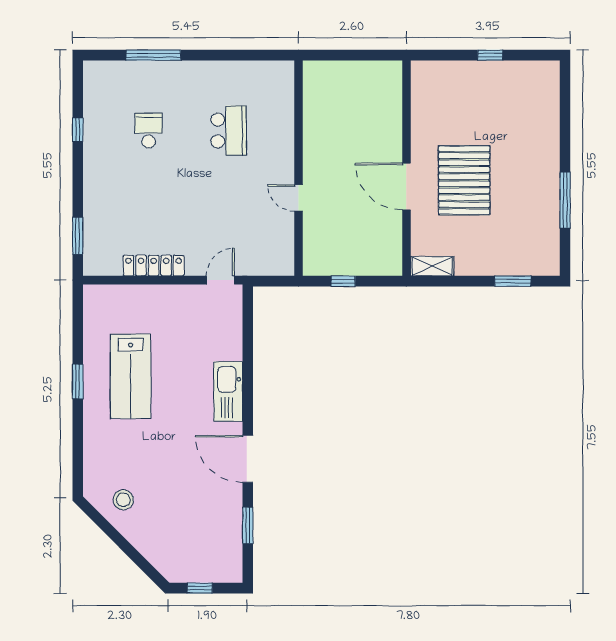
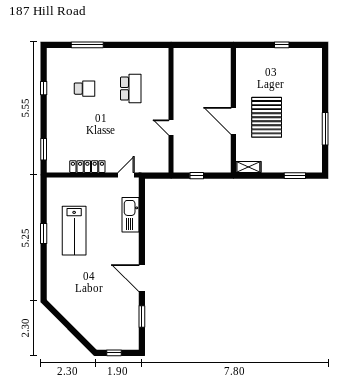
school desk: (149, 131) -> (85, 89), turned 90
kitchen sink: (228, 391) -> (130, 215), moved
stool: (123, 500) -> (70, 302), removed

